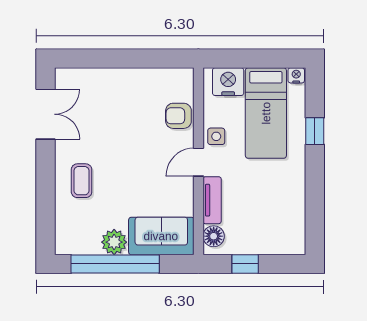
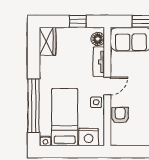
armchair: (178, 116) -> (120, 115), turned -90
window: (315, 131) -> (34, 106), width x3.17
wardrobe: (293, 233) -> (48, 41), added

